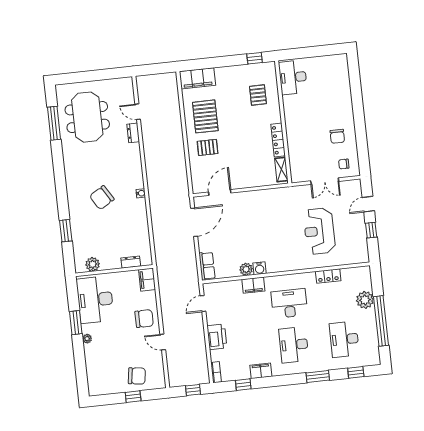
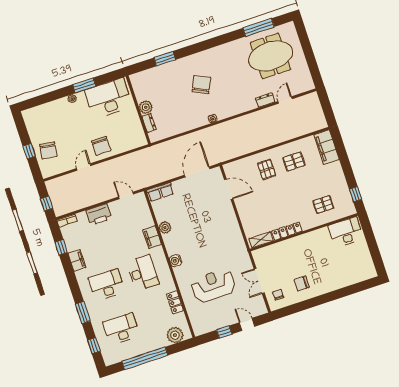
pallet: (205, 116) -> (294, 161), width x0.67, depth x0.71
chair: (102, 198) -> (201, 85), turned 56
door: (194, 222) -> (197, 172), swing flipped
plant: (93, 264) -> (146, 107), moved
water cooler: (260, 268) -> (176, 261), moved
filing cabinet: (147, 280) -> (137, 141), removed
plant: (365, 300) -> (175, 335), moved

